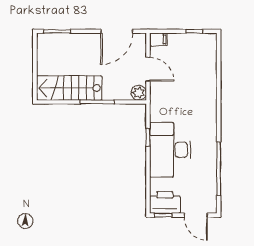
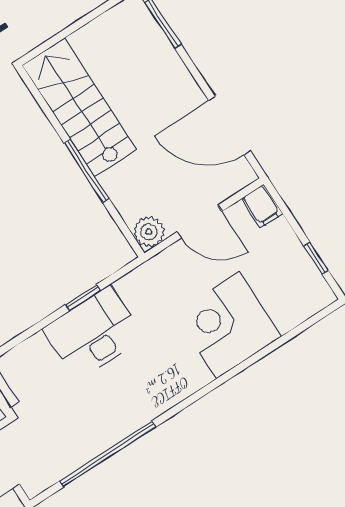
door: (148, 69) -> (200, 221), hinge flipped
corner desk: (198, 85) -> (228, 325), added
desk: (170, 150) -> (93, 333), width x0.73, depth x0.77

